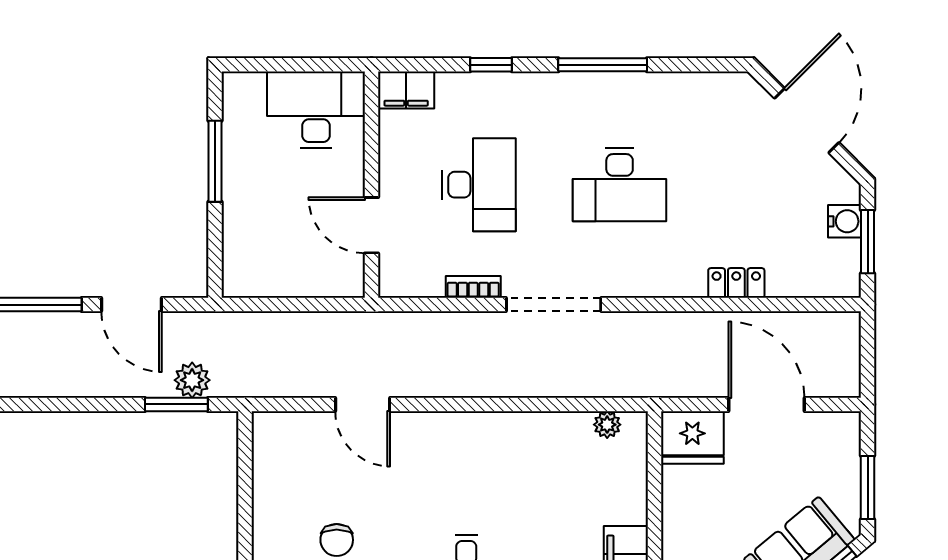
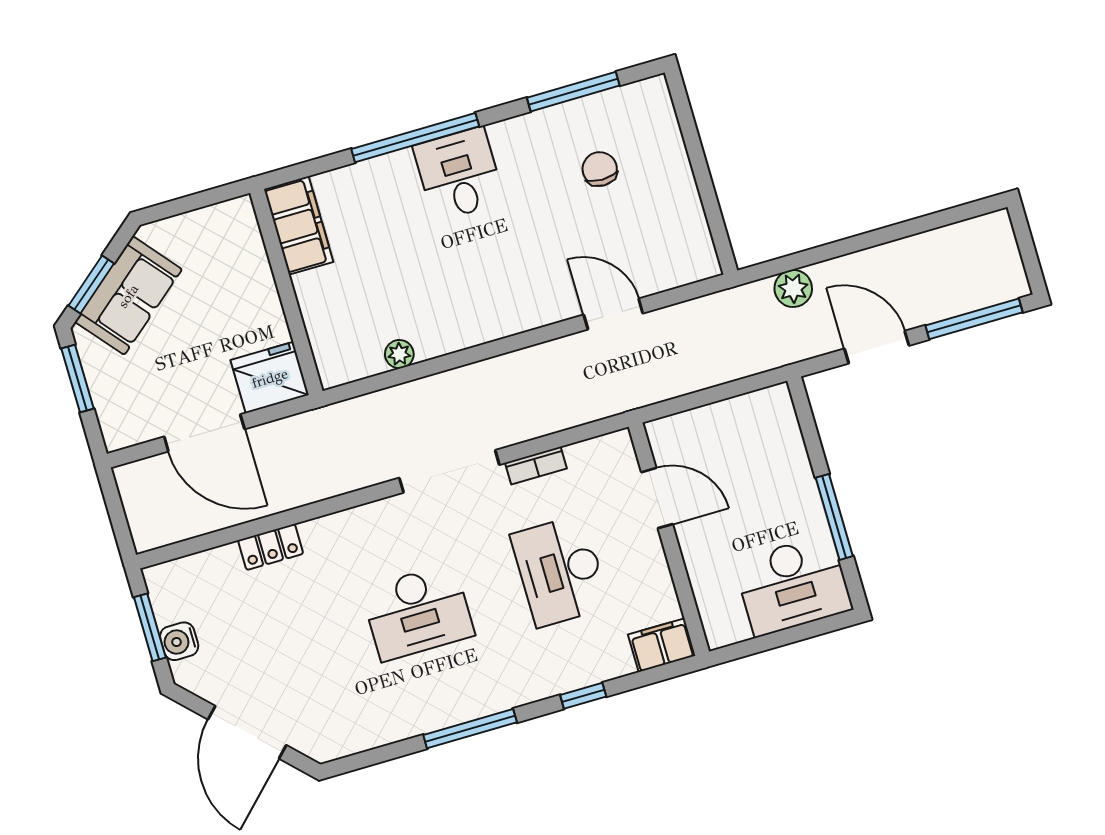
desk: (316, 110) -> (793, 585), moved
desk: (620, 185) -> (418, 612), turned 180
window: (176, 404) -> (802, 259), removed
plant: (607, 425) -> (399, 354), moved

